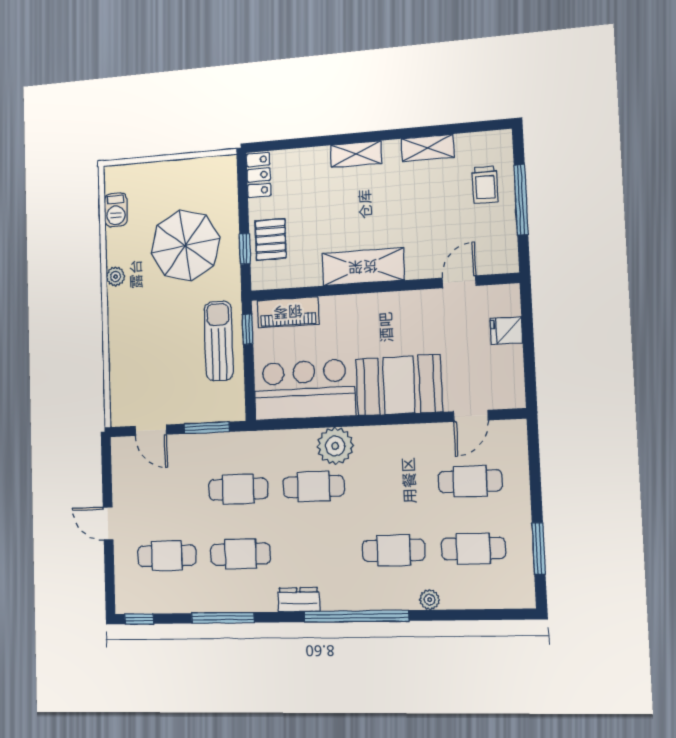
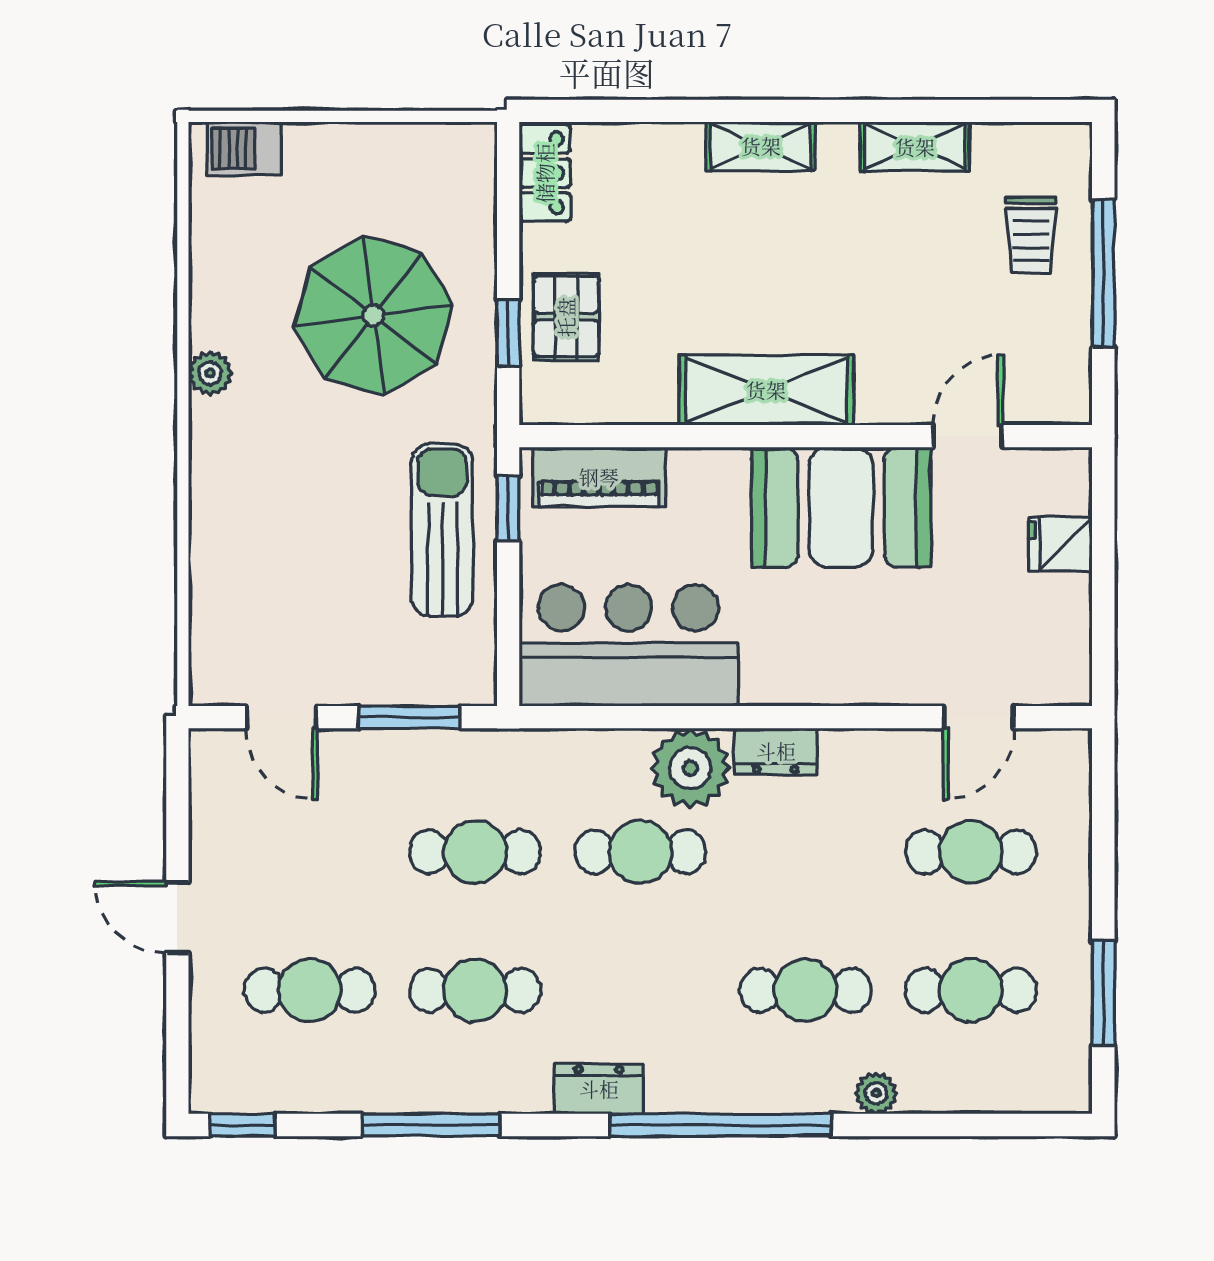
barbecue: (116, 210) -> (244, 148), moved, turned 90
booth: (399, 385) -> (841, 507), moved
dresser: (375, 436) -> (776, 751), added

